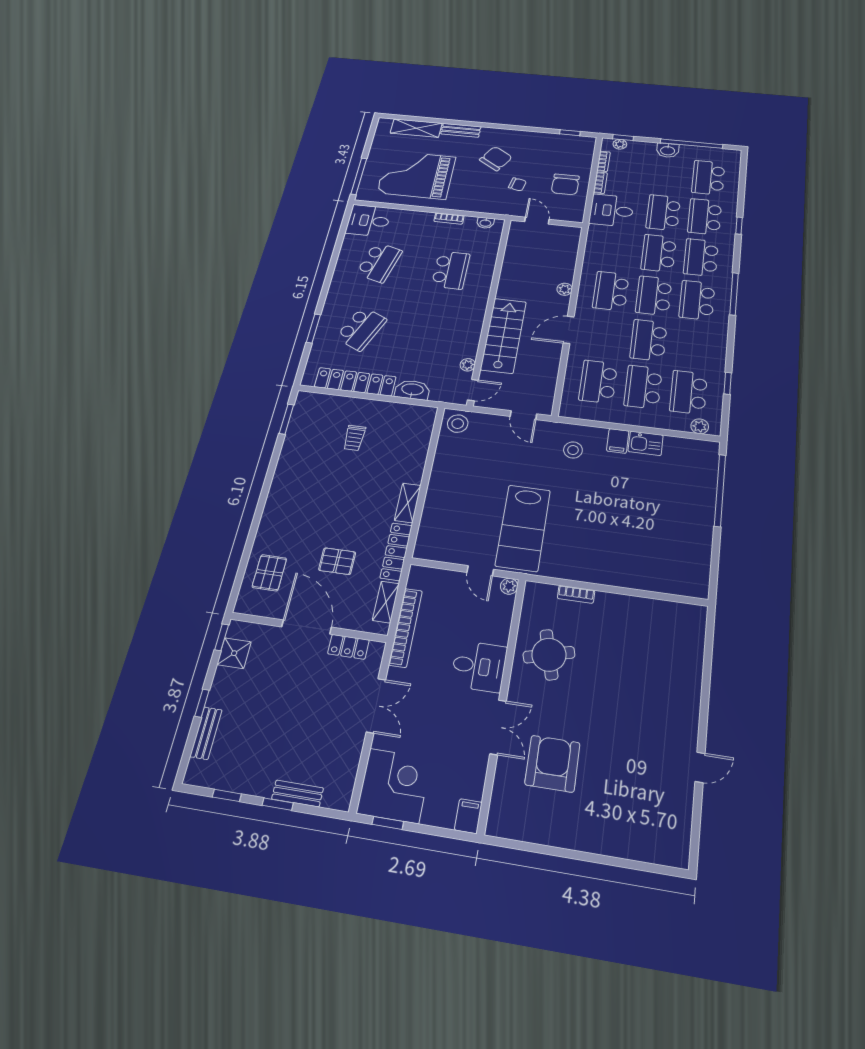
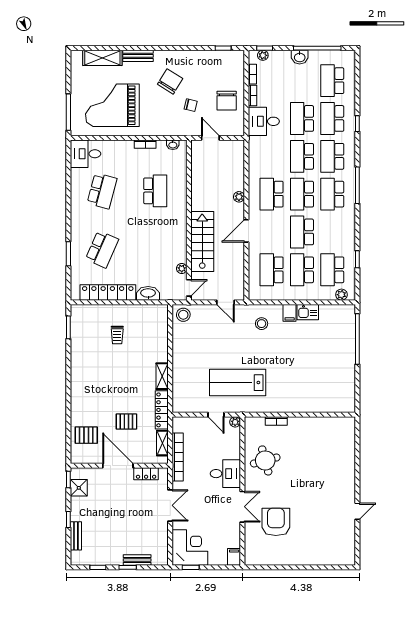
lab bench: (523, 528) -> (238, 383), turned 90
pallet: (269, 573) -> (86, 435), turned 90

